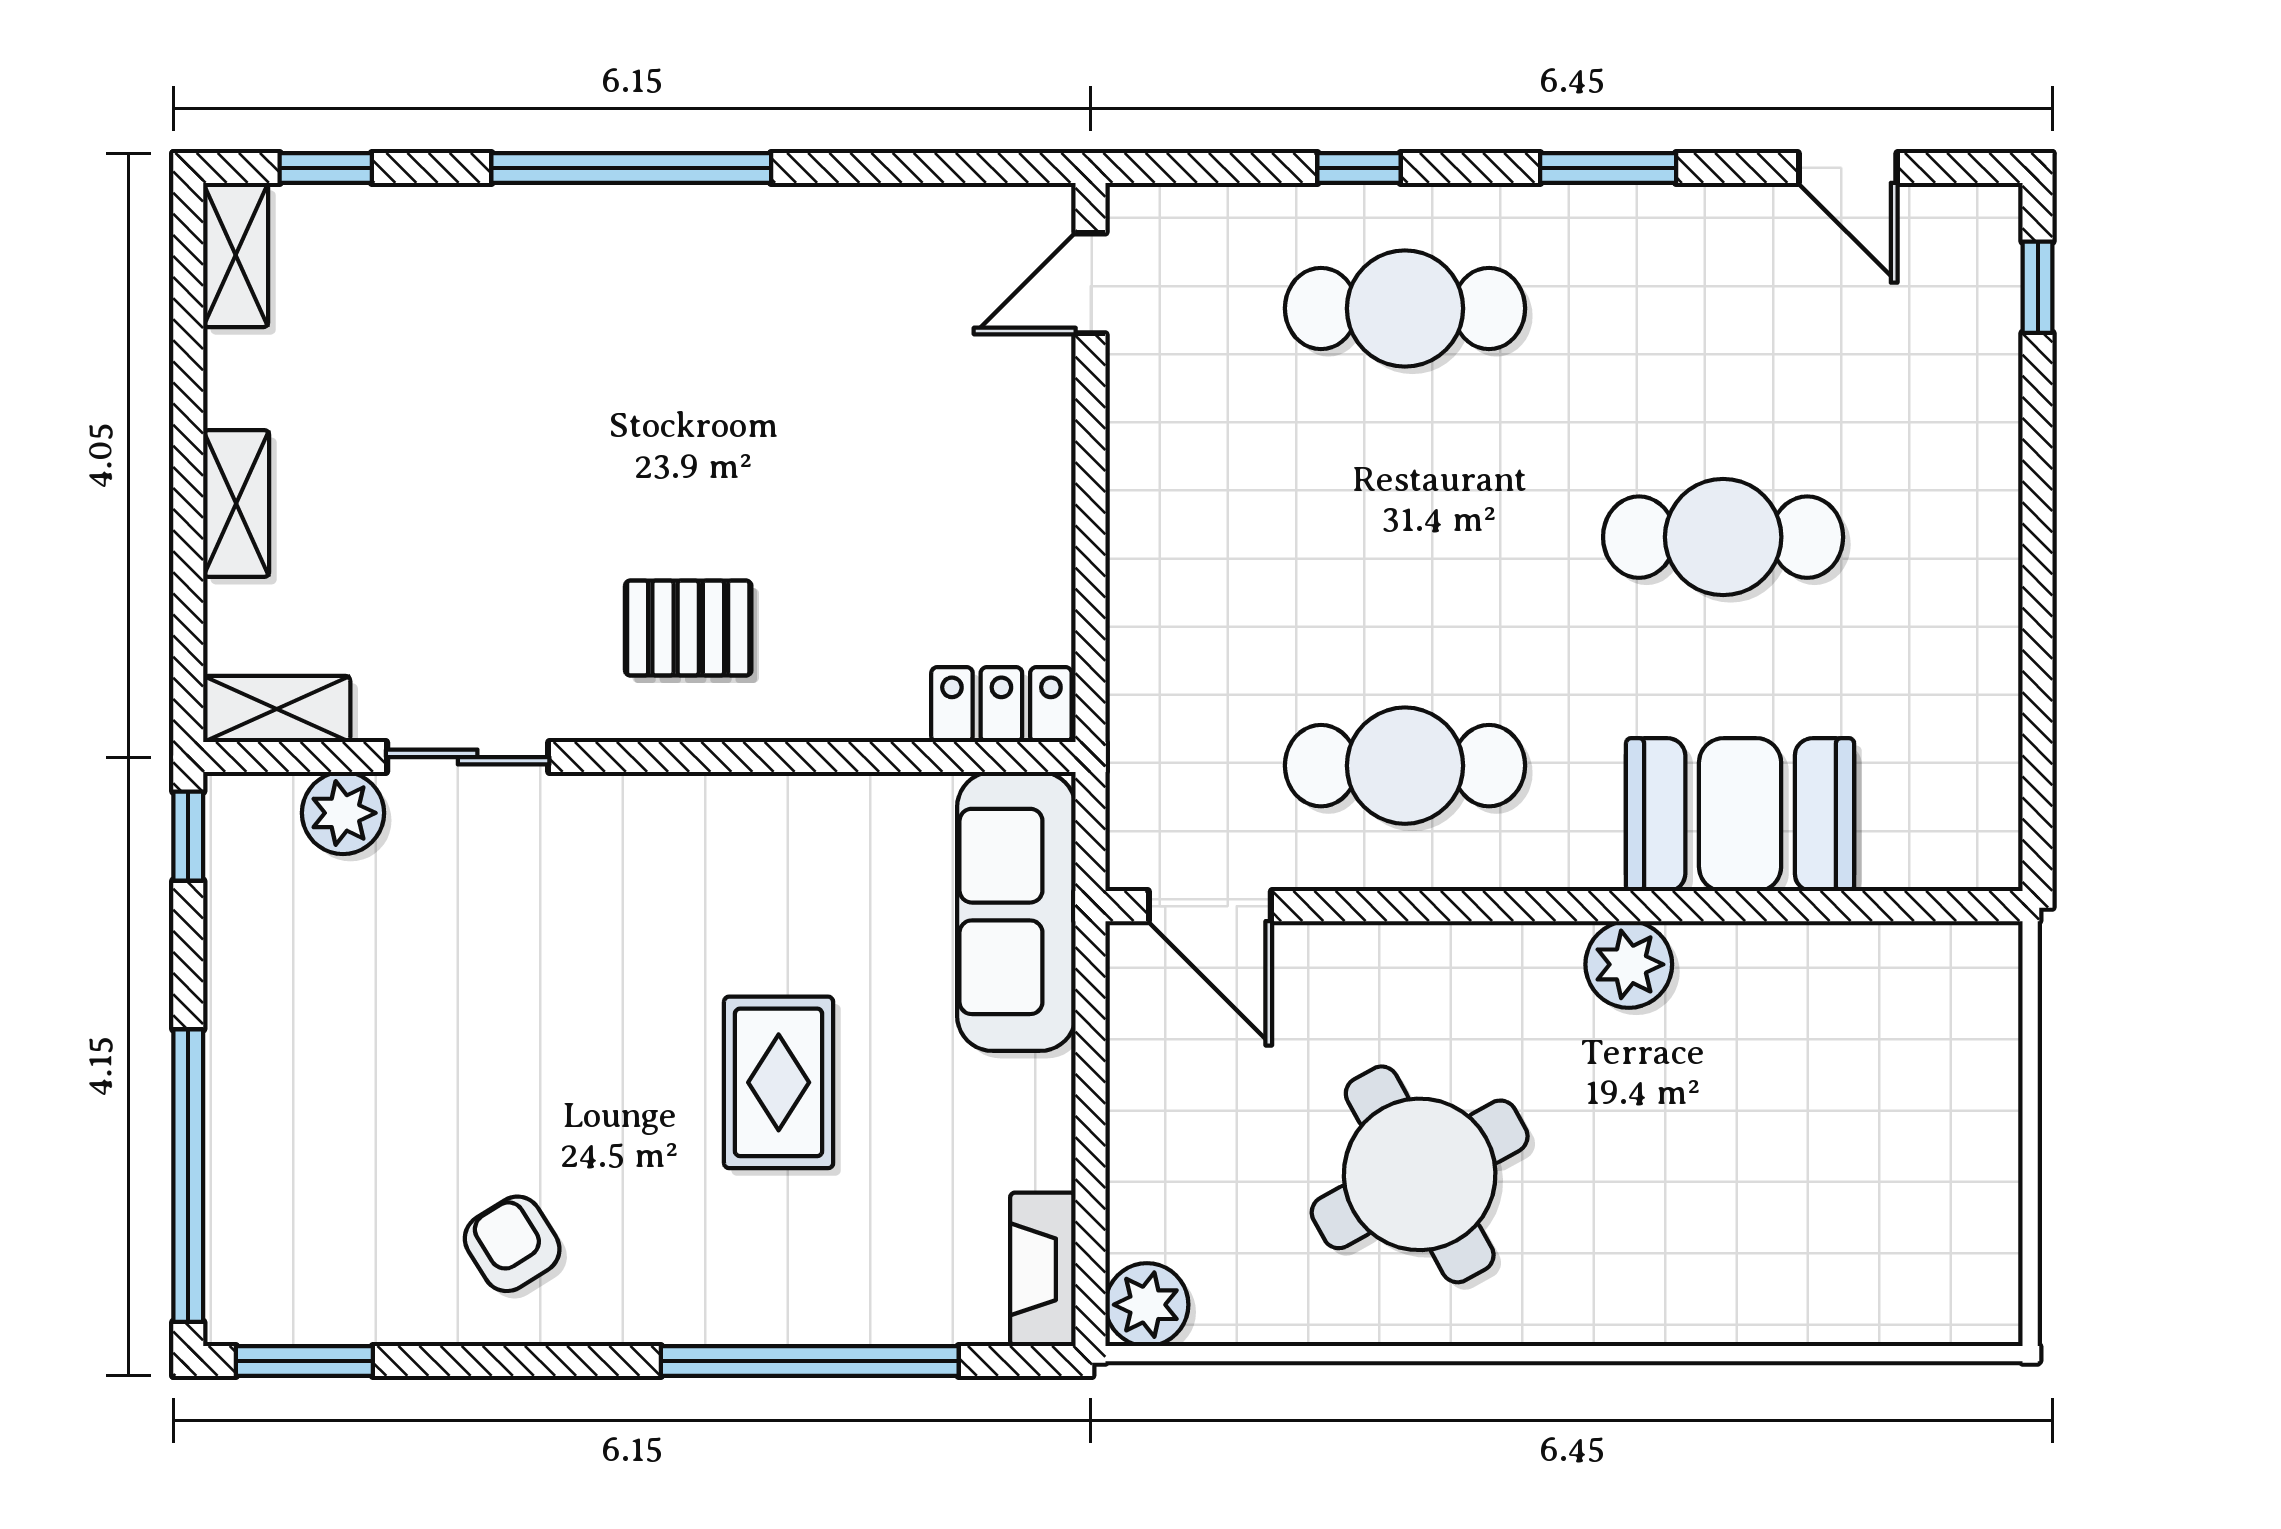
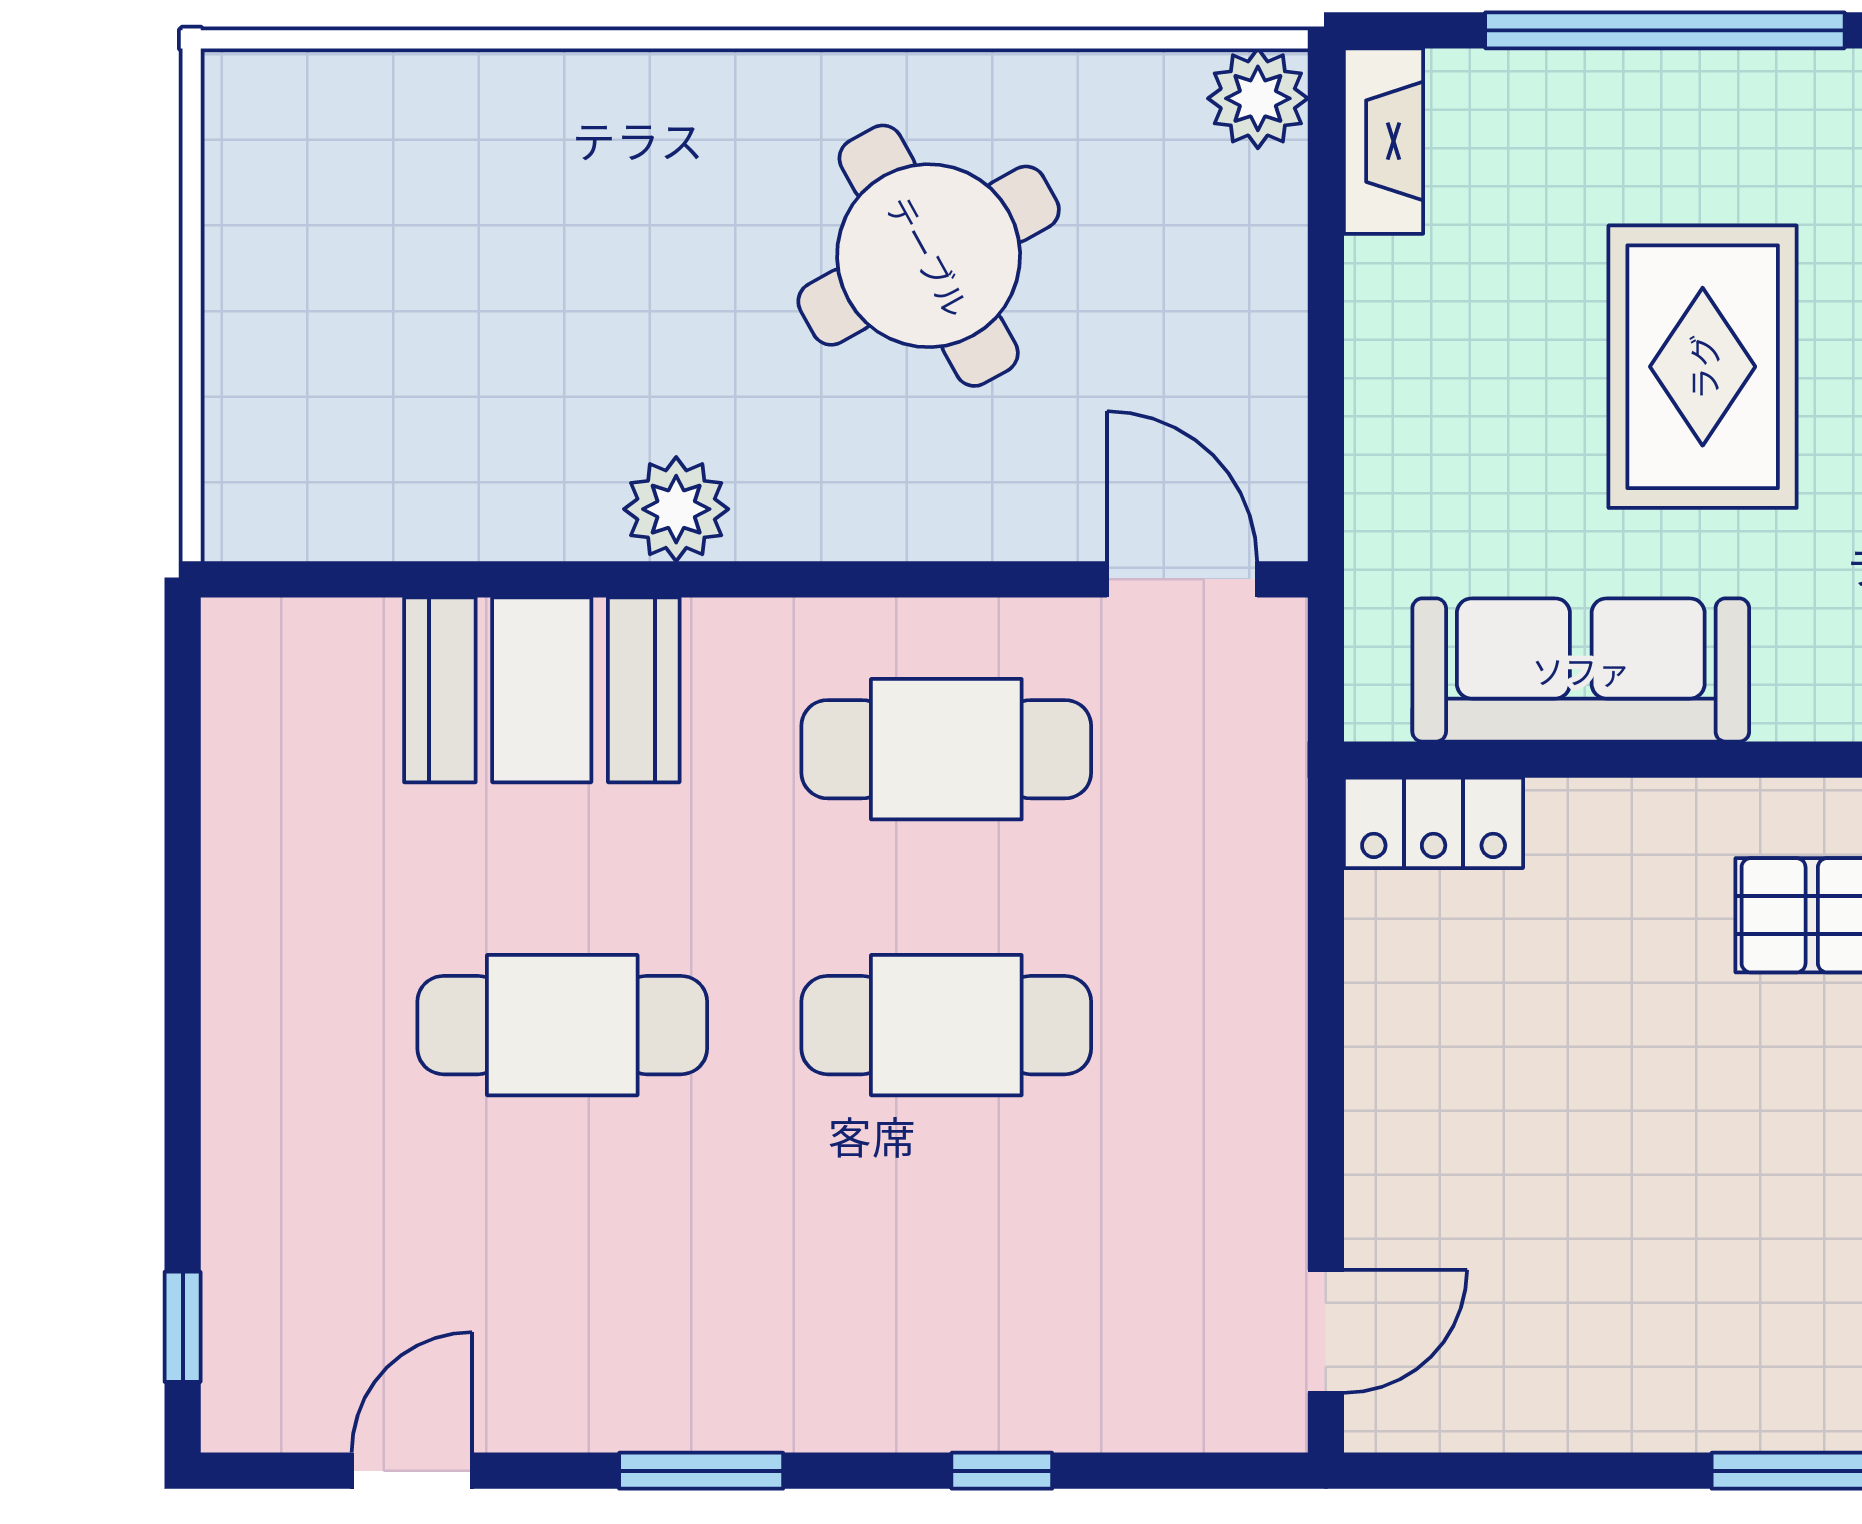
door: (1848, 168) -> (412, 1471), hinge flipped
cafe table: (1405, 308) -> (946, 1025), moved
sofa: (1016, 911) -> (1581, 670), moved, turned -90
rug: (779, 1082) -> (1703, 367), width x1.36, depth x1.43

